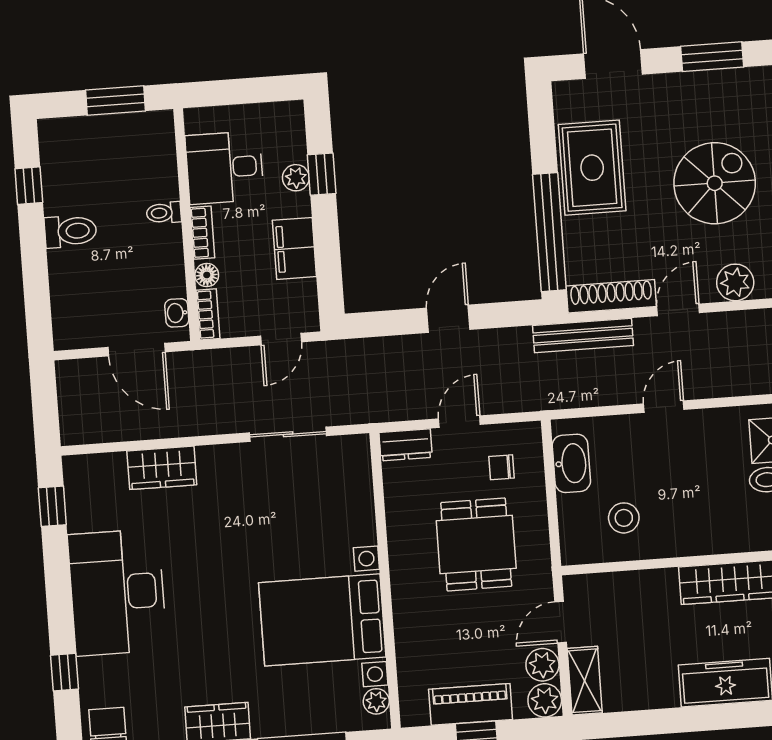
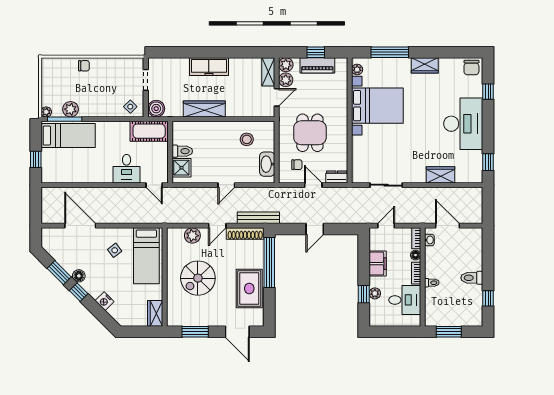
door: (459, 422) -> (313, 185), swing flipped

